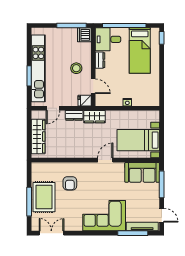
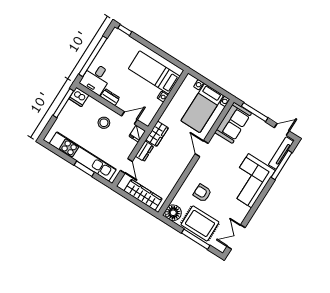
bed: (140, 51) -> (154, 72), moved, turned 180
floor lamp: (39, 170) -> (173, 213), added
armchair: (70, 183) -> (202, 193), turned 180

